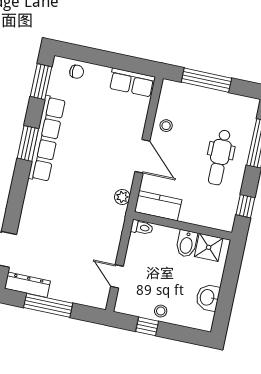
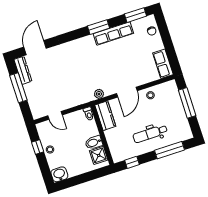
row of seats: (47, 139) -> (113, 34), width x0.73
door: (117, 276) -> (55, 115), swing flipped
washbasin: (208, 297) -> (59, 174), moved

